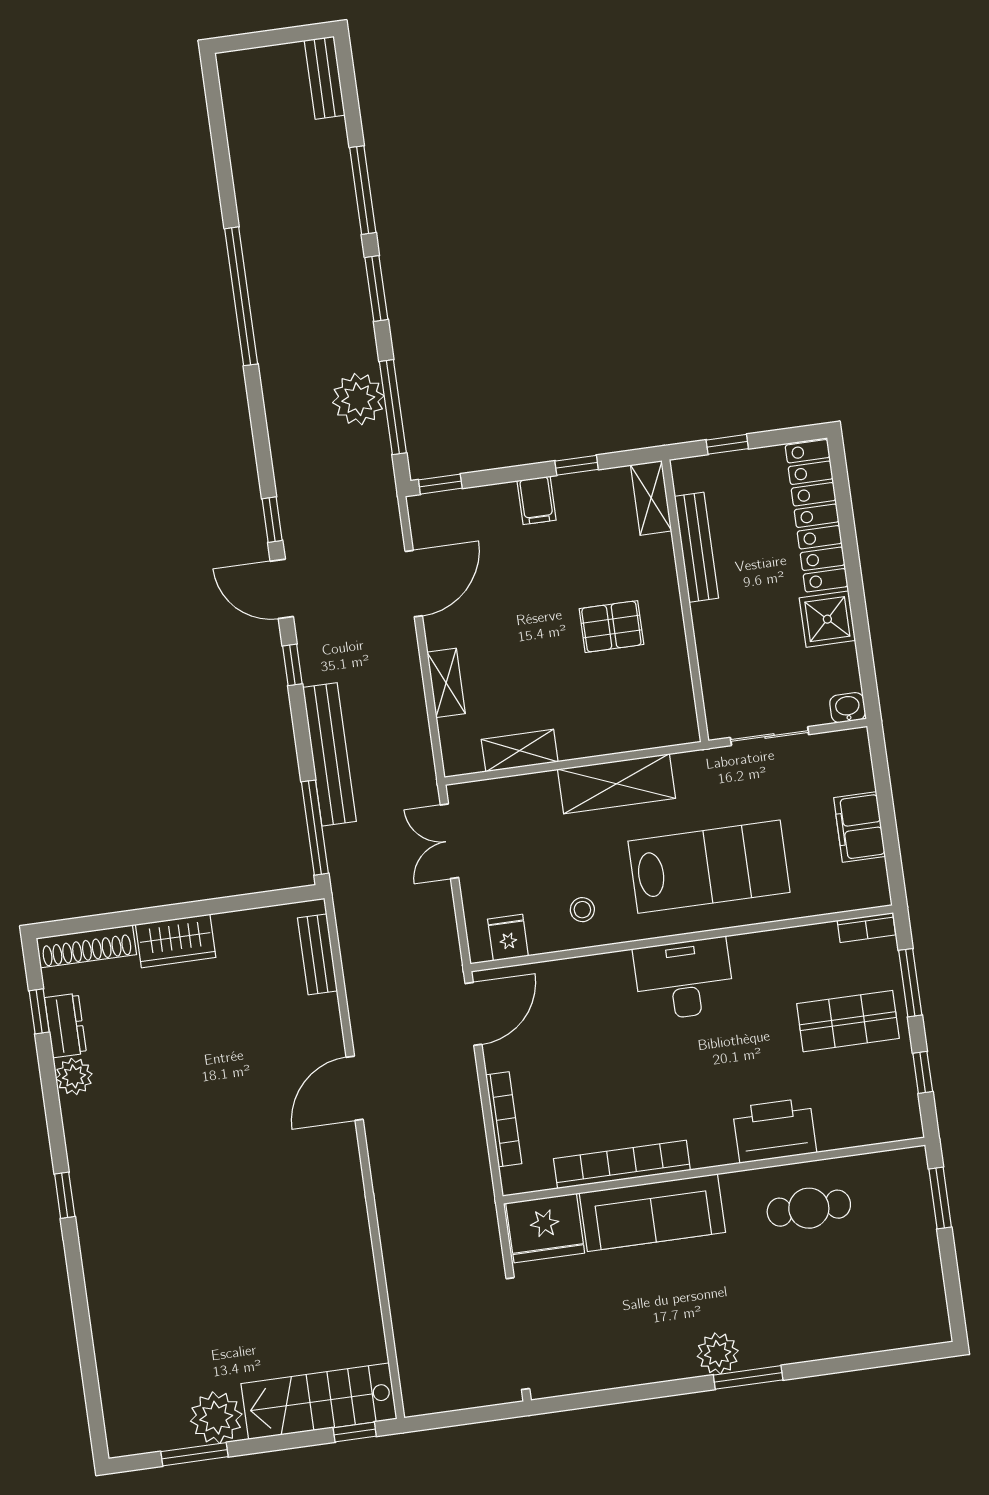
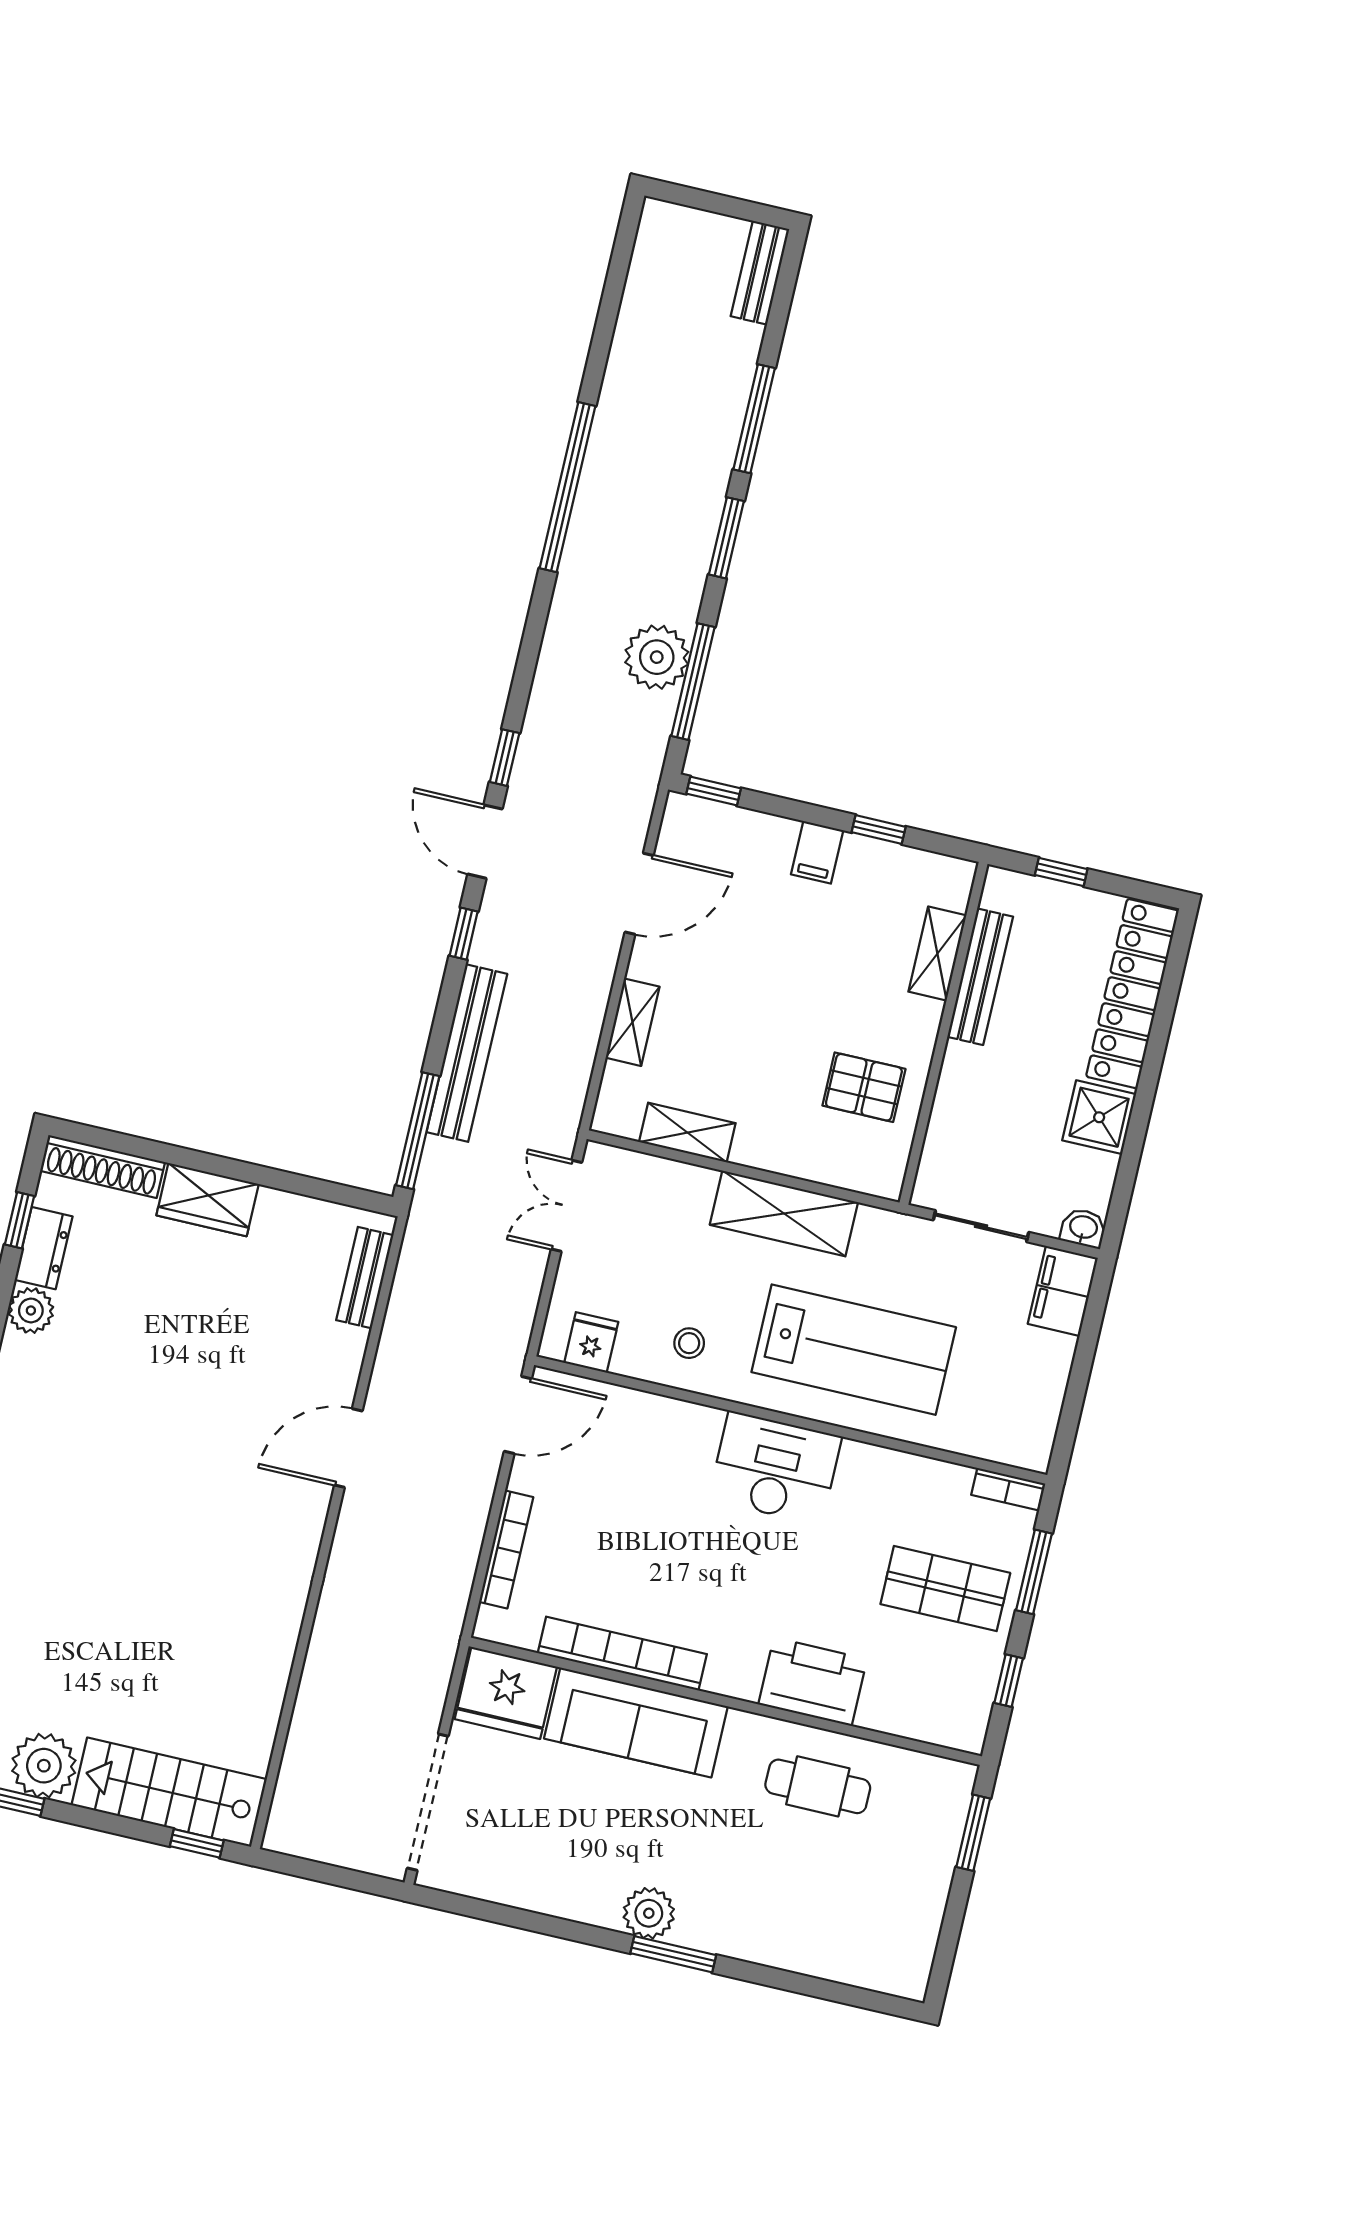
shelving: (651, 498) -> (937, 953), moved
pallet: (611, 627) -> (864, 1087), moved
filing cabinet: (860, 827) -> (1063, 1291), moved

